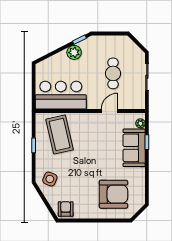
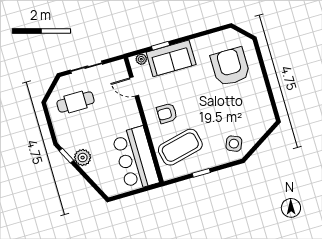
cafe table: (113, 73) -> (75, 102), moved
door: (109, 111) -> (134, 87), moved
armchair: (66, 209) -> (167, 113), moved

